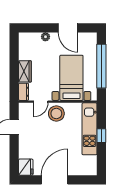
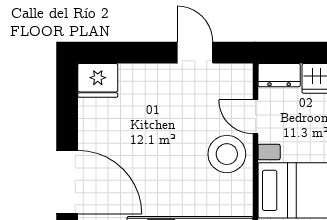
door: (55, 180) -> (67, 182), moved

